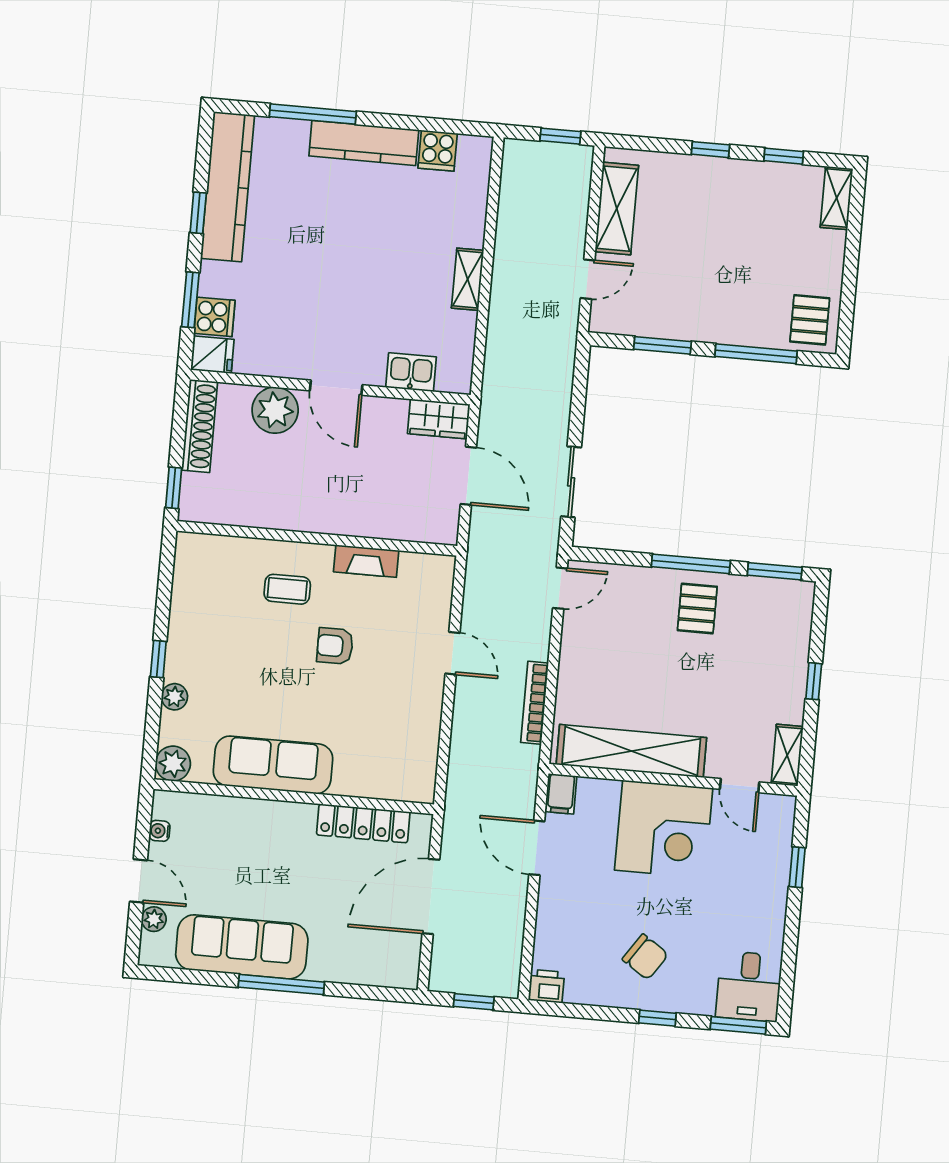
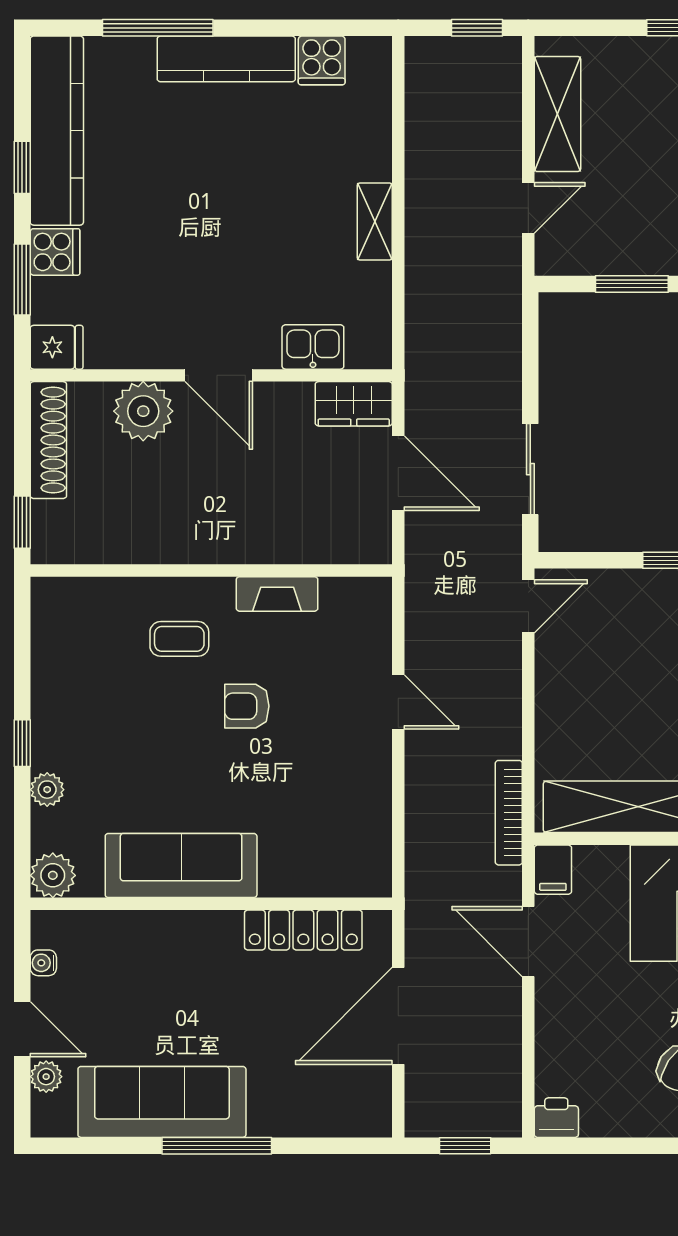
cooker: (214, 317) -> (55, 252), moved
bookcase: (535, 703) -> (509, 813), moved

